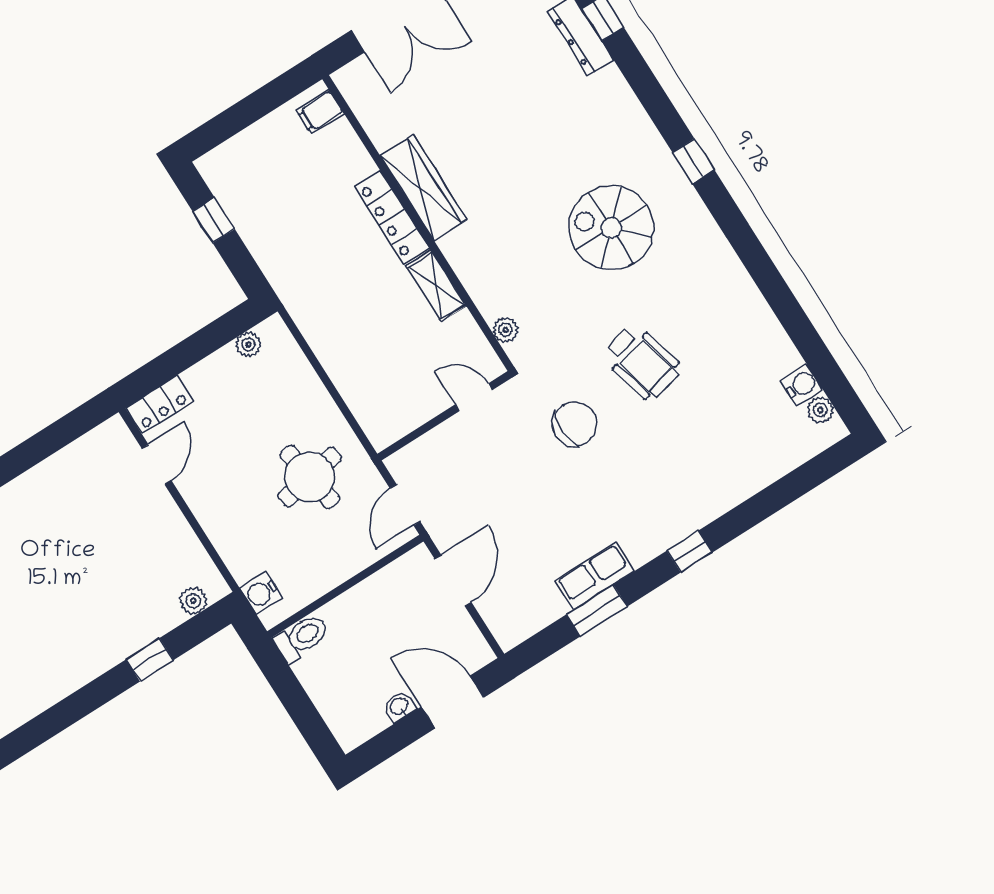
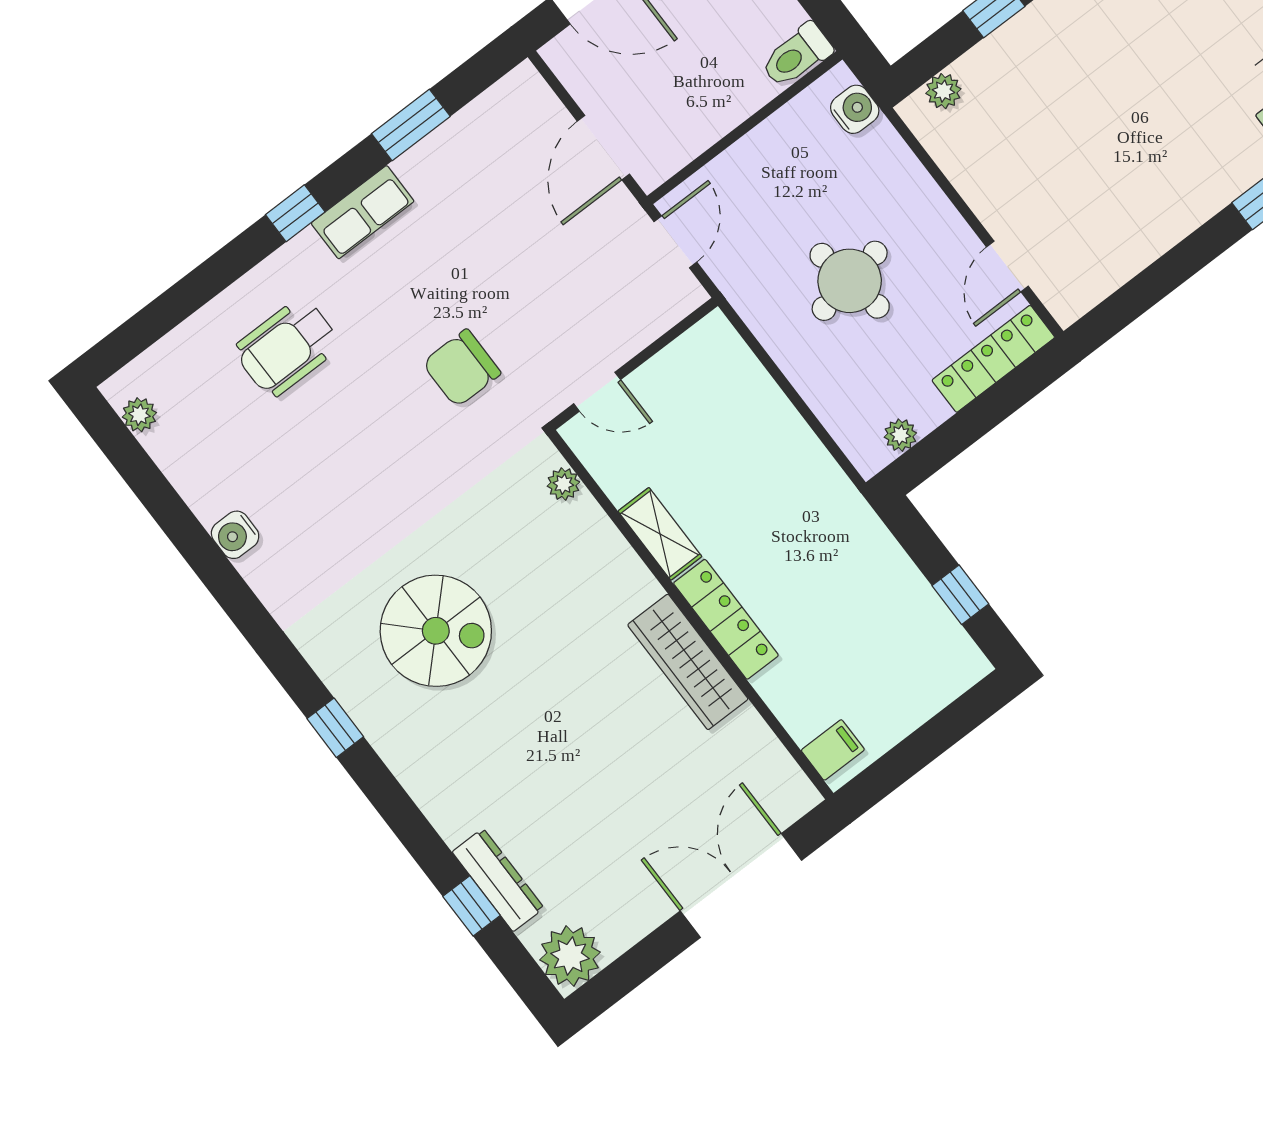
wheelchair: (642, 362) -> (287, 347), moved, turned -75
water cooler: (802, 385) -> (235, 535), moved
locker: (160, 405) -> (993, 359), width x1.53
round table: (310, 477) -> (850, 281), moved
row of seats: (595, 576) -> (363, 212), moved

